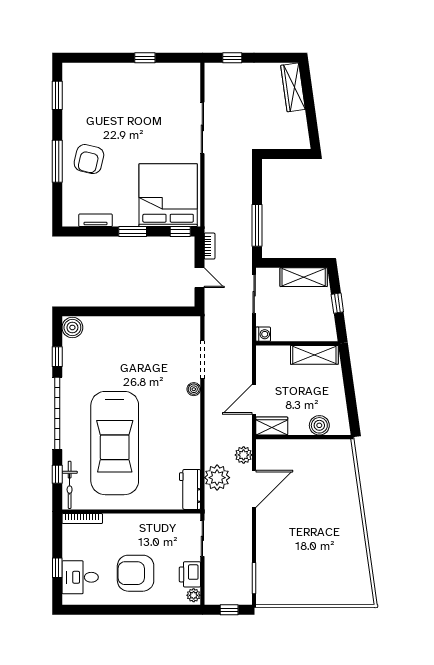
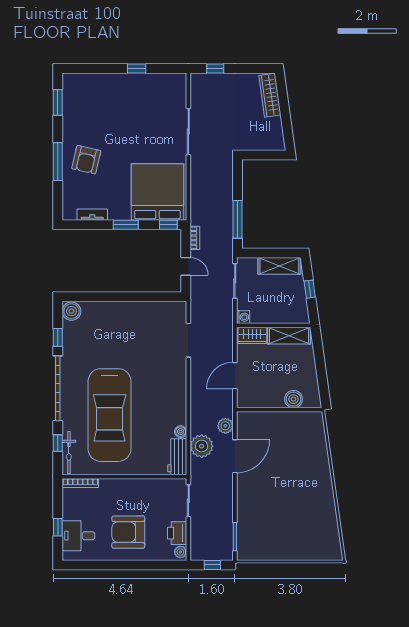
boiler: (194, 389) -> (181, 432), moved
wardrobe: (272, 426) -> (252, 335), moved, turned 180

